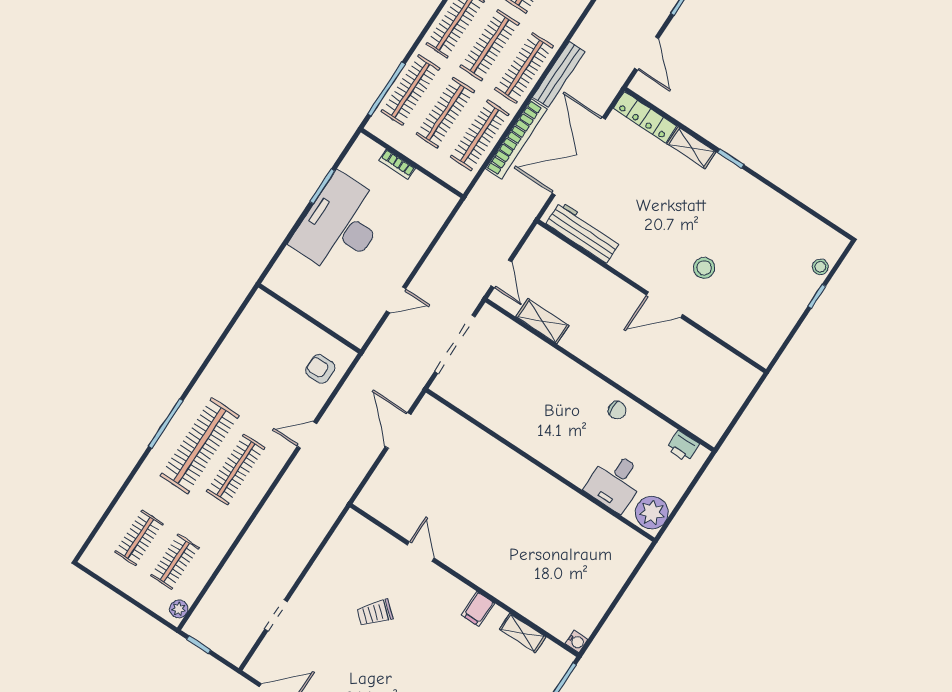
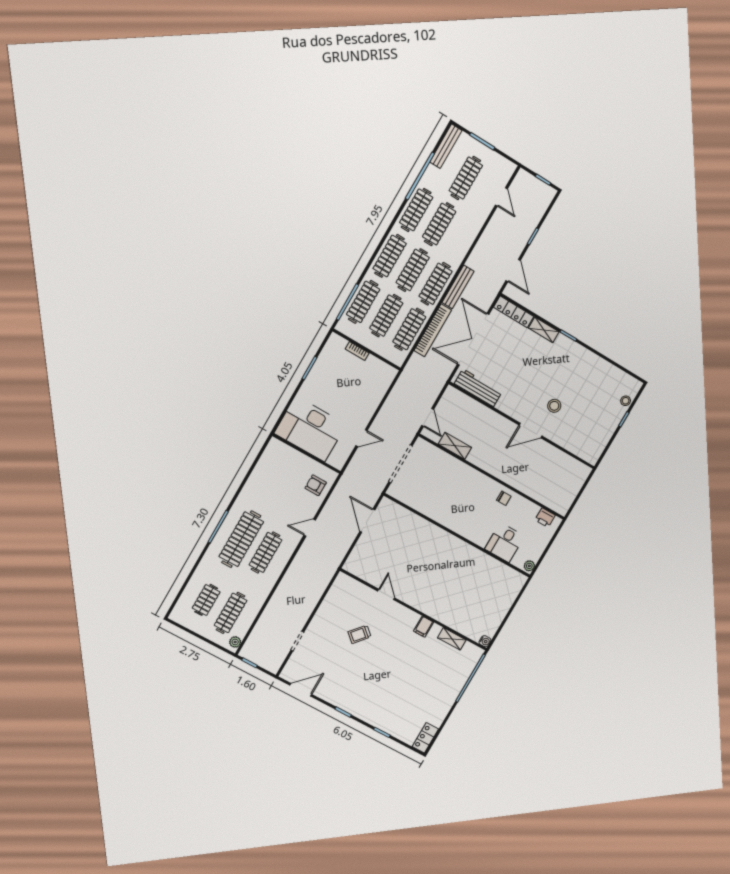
desk: (340, 225) -> (310, 429), moved, turned -90
plant: (652, 513) -> (529, 566), width x0.53, depth x0.53
clothes rail: (175, 562) -> (231, 613), width x1.36

